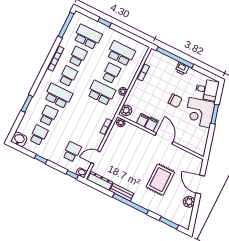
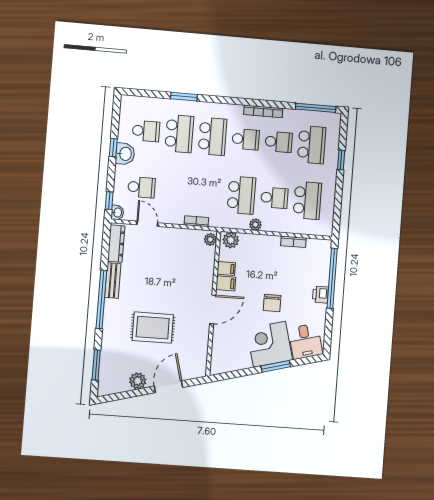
school desk: (49, 115) -> (179, 134), width x1.85
washbasin: (19, 139) -> (125, 154), moved

